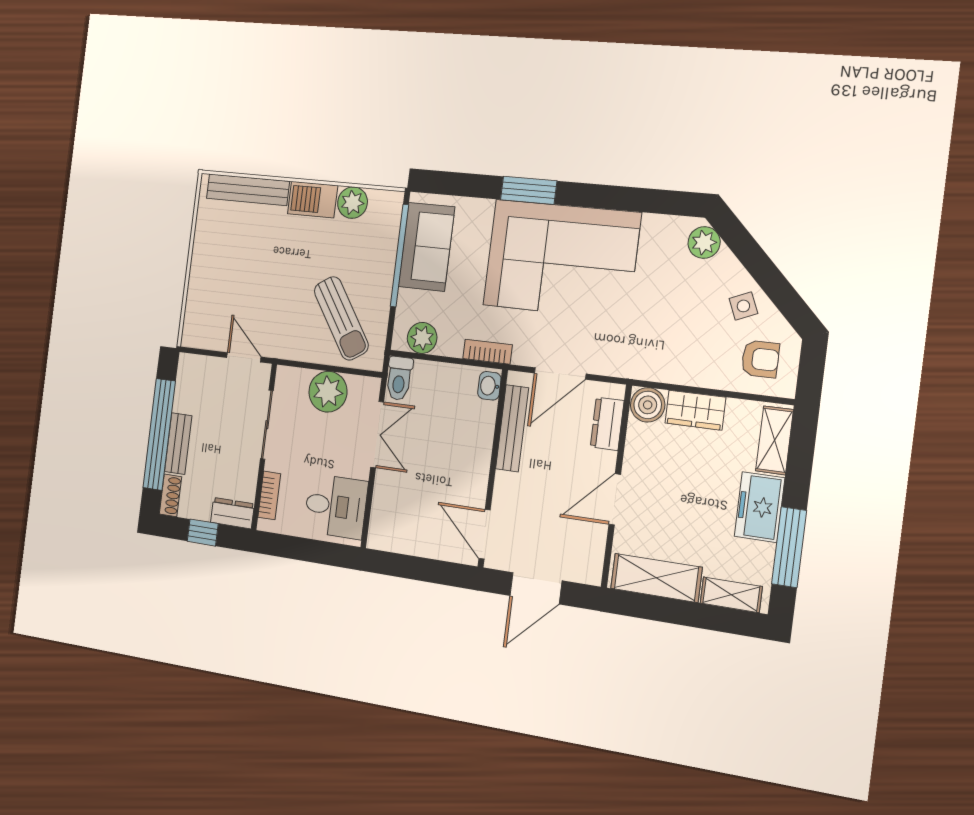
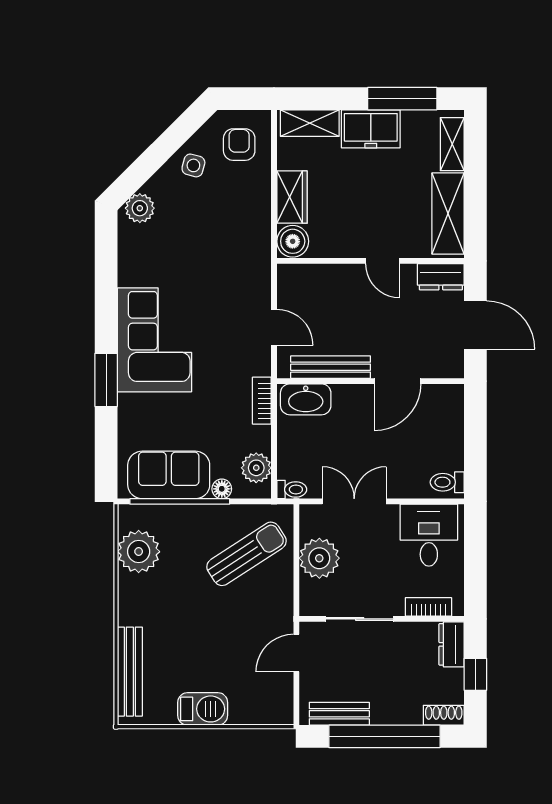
barbecue: (313, 200) -> (203, 709), moved, turned -90
plant: (352, 203) -> (139, 552), width x1.36, depth x1.36
corner sofa: (561, 259) -> (154, 340), width x0.73, depth x0.74
floor lamp: (406, 300) -> (222, 489), added
side table: (743, 306) -> (193, 165), turned 38
door: (560, 374) -> (274, 327), width x0.73
toilet: (399, 378) -> (292, 489), width x0.73, depth x0.72
washbasin: (489, 386) -> (306, 399), width x1.91, depth x1.45
dresser: (607, 424) -> (441, 277), moved
bench: (178, 444) -> (339, 714), moved
door: (615, 499) -> (383, 261), width x0.73
toilet: (384, 533) -> (447, 482), added
door: (485, 534) -> (398, 381), moved

